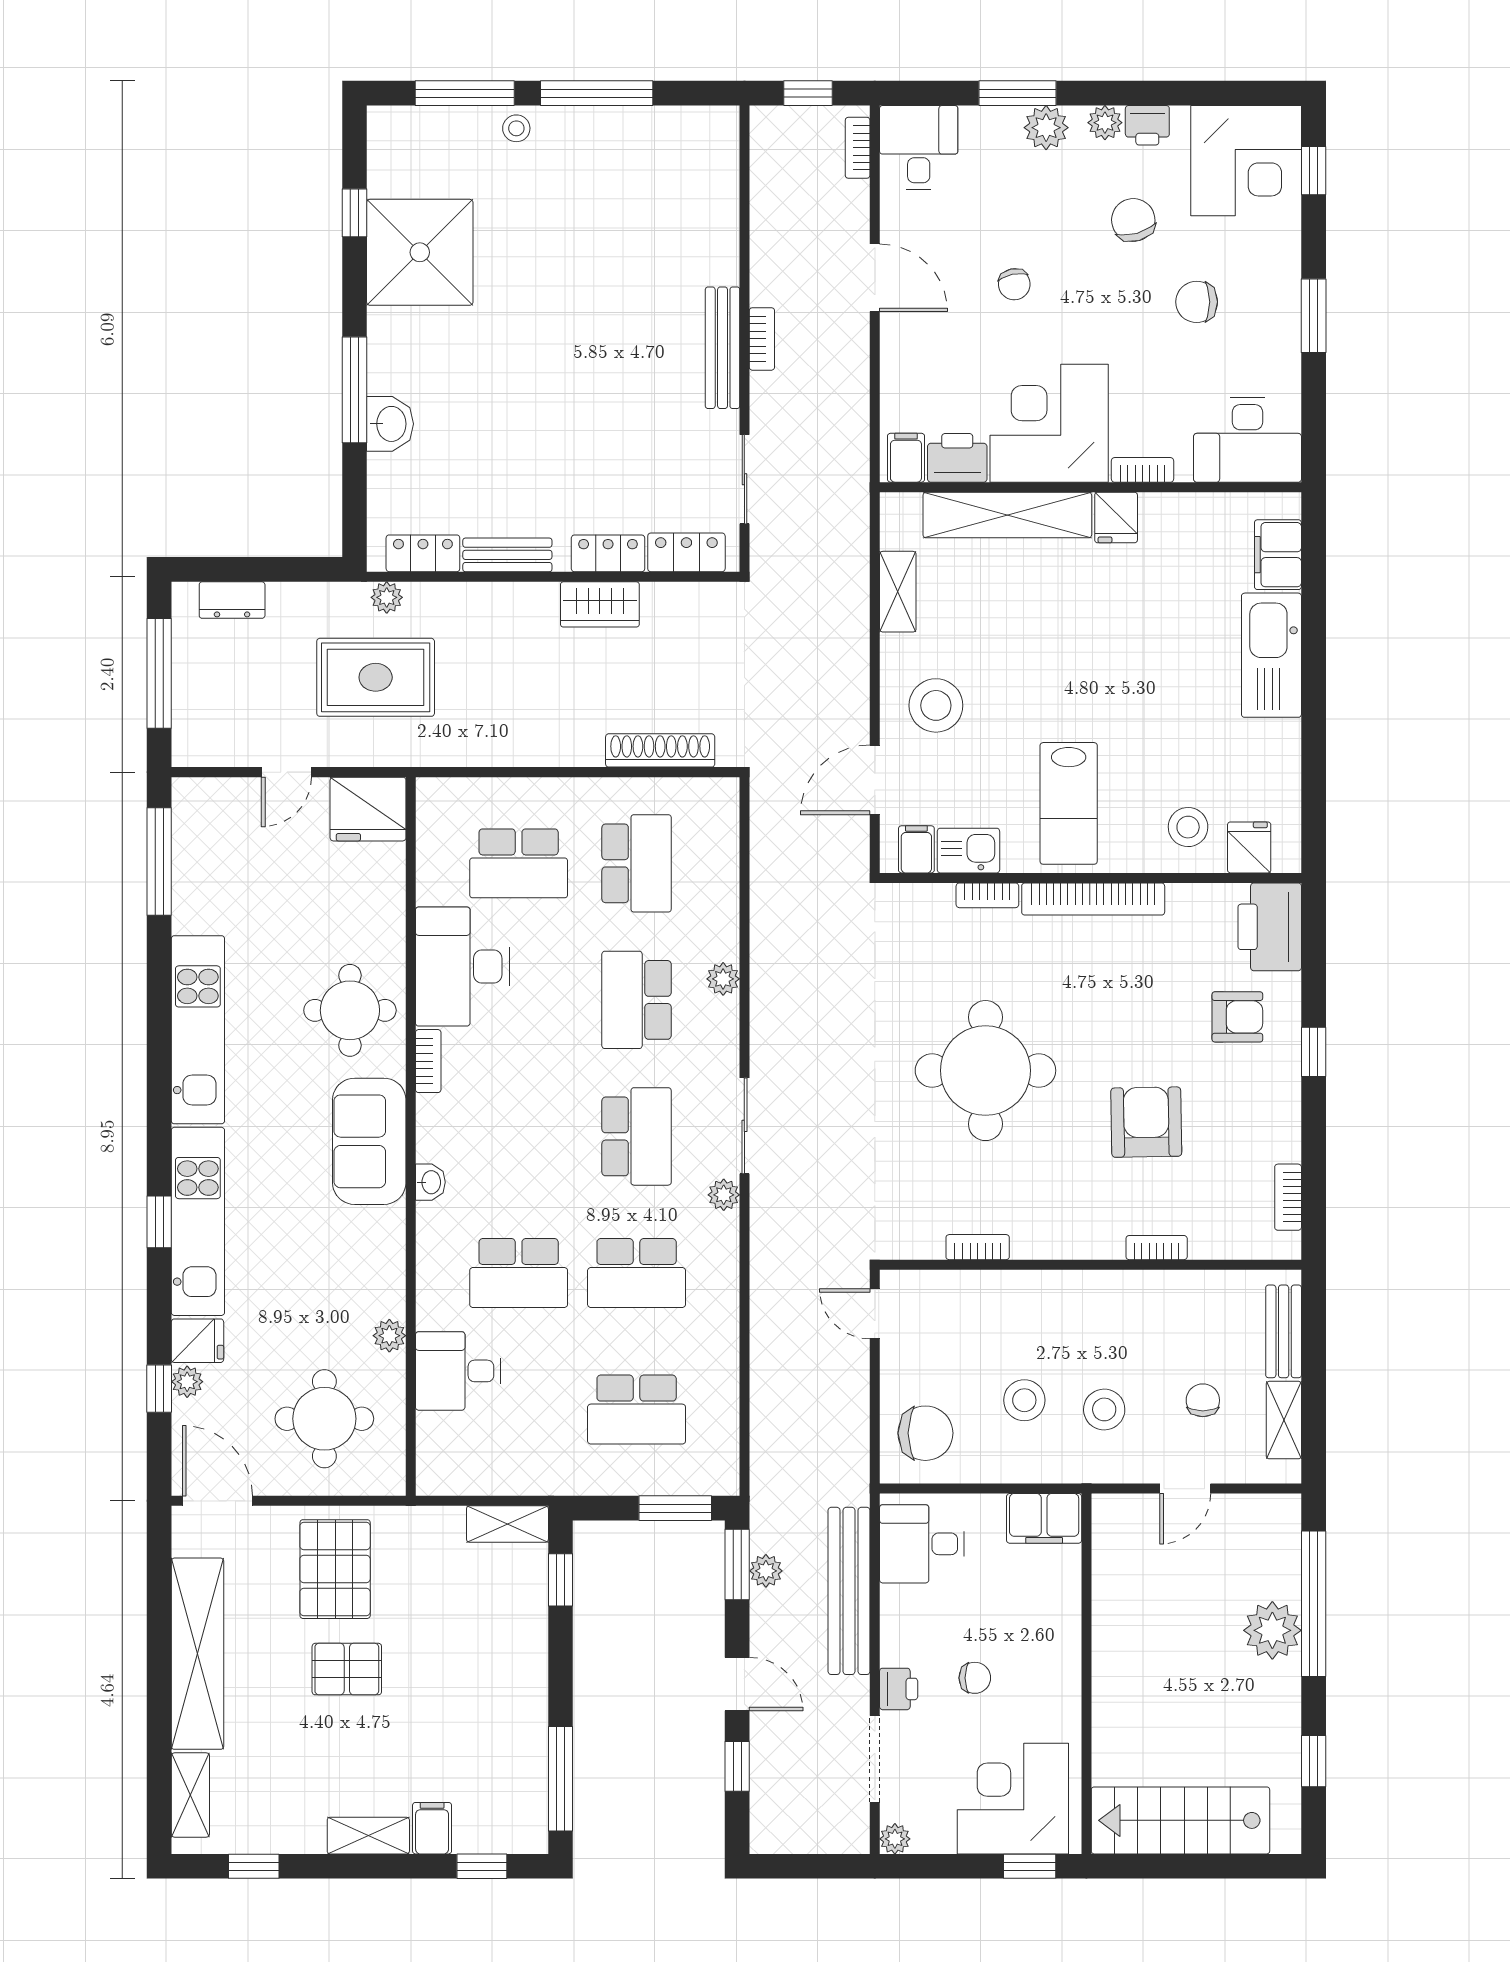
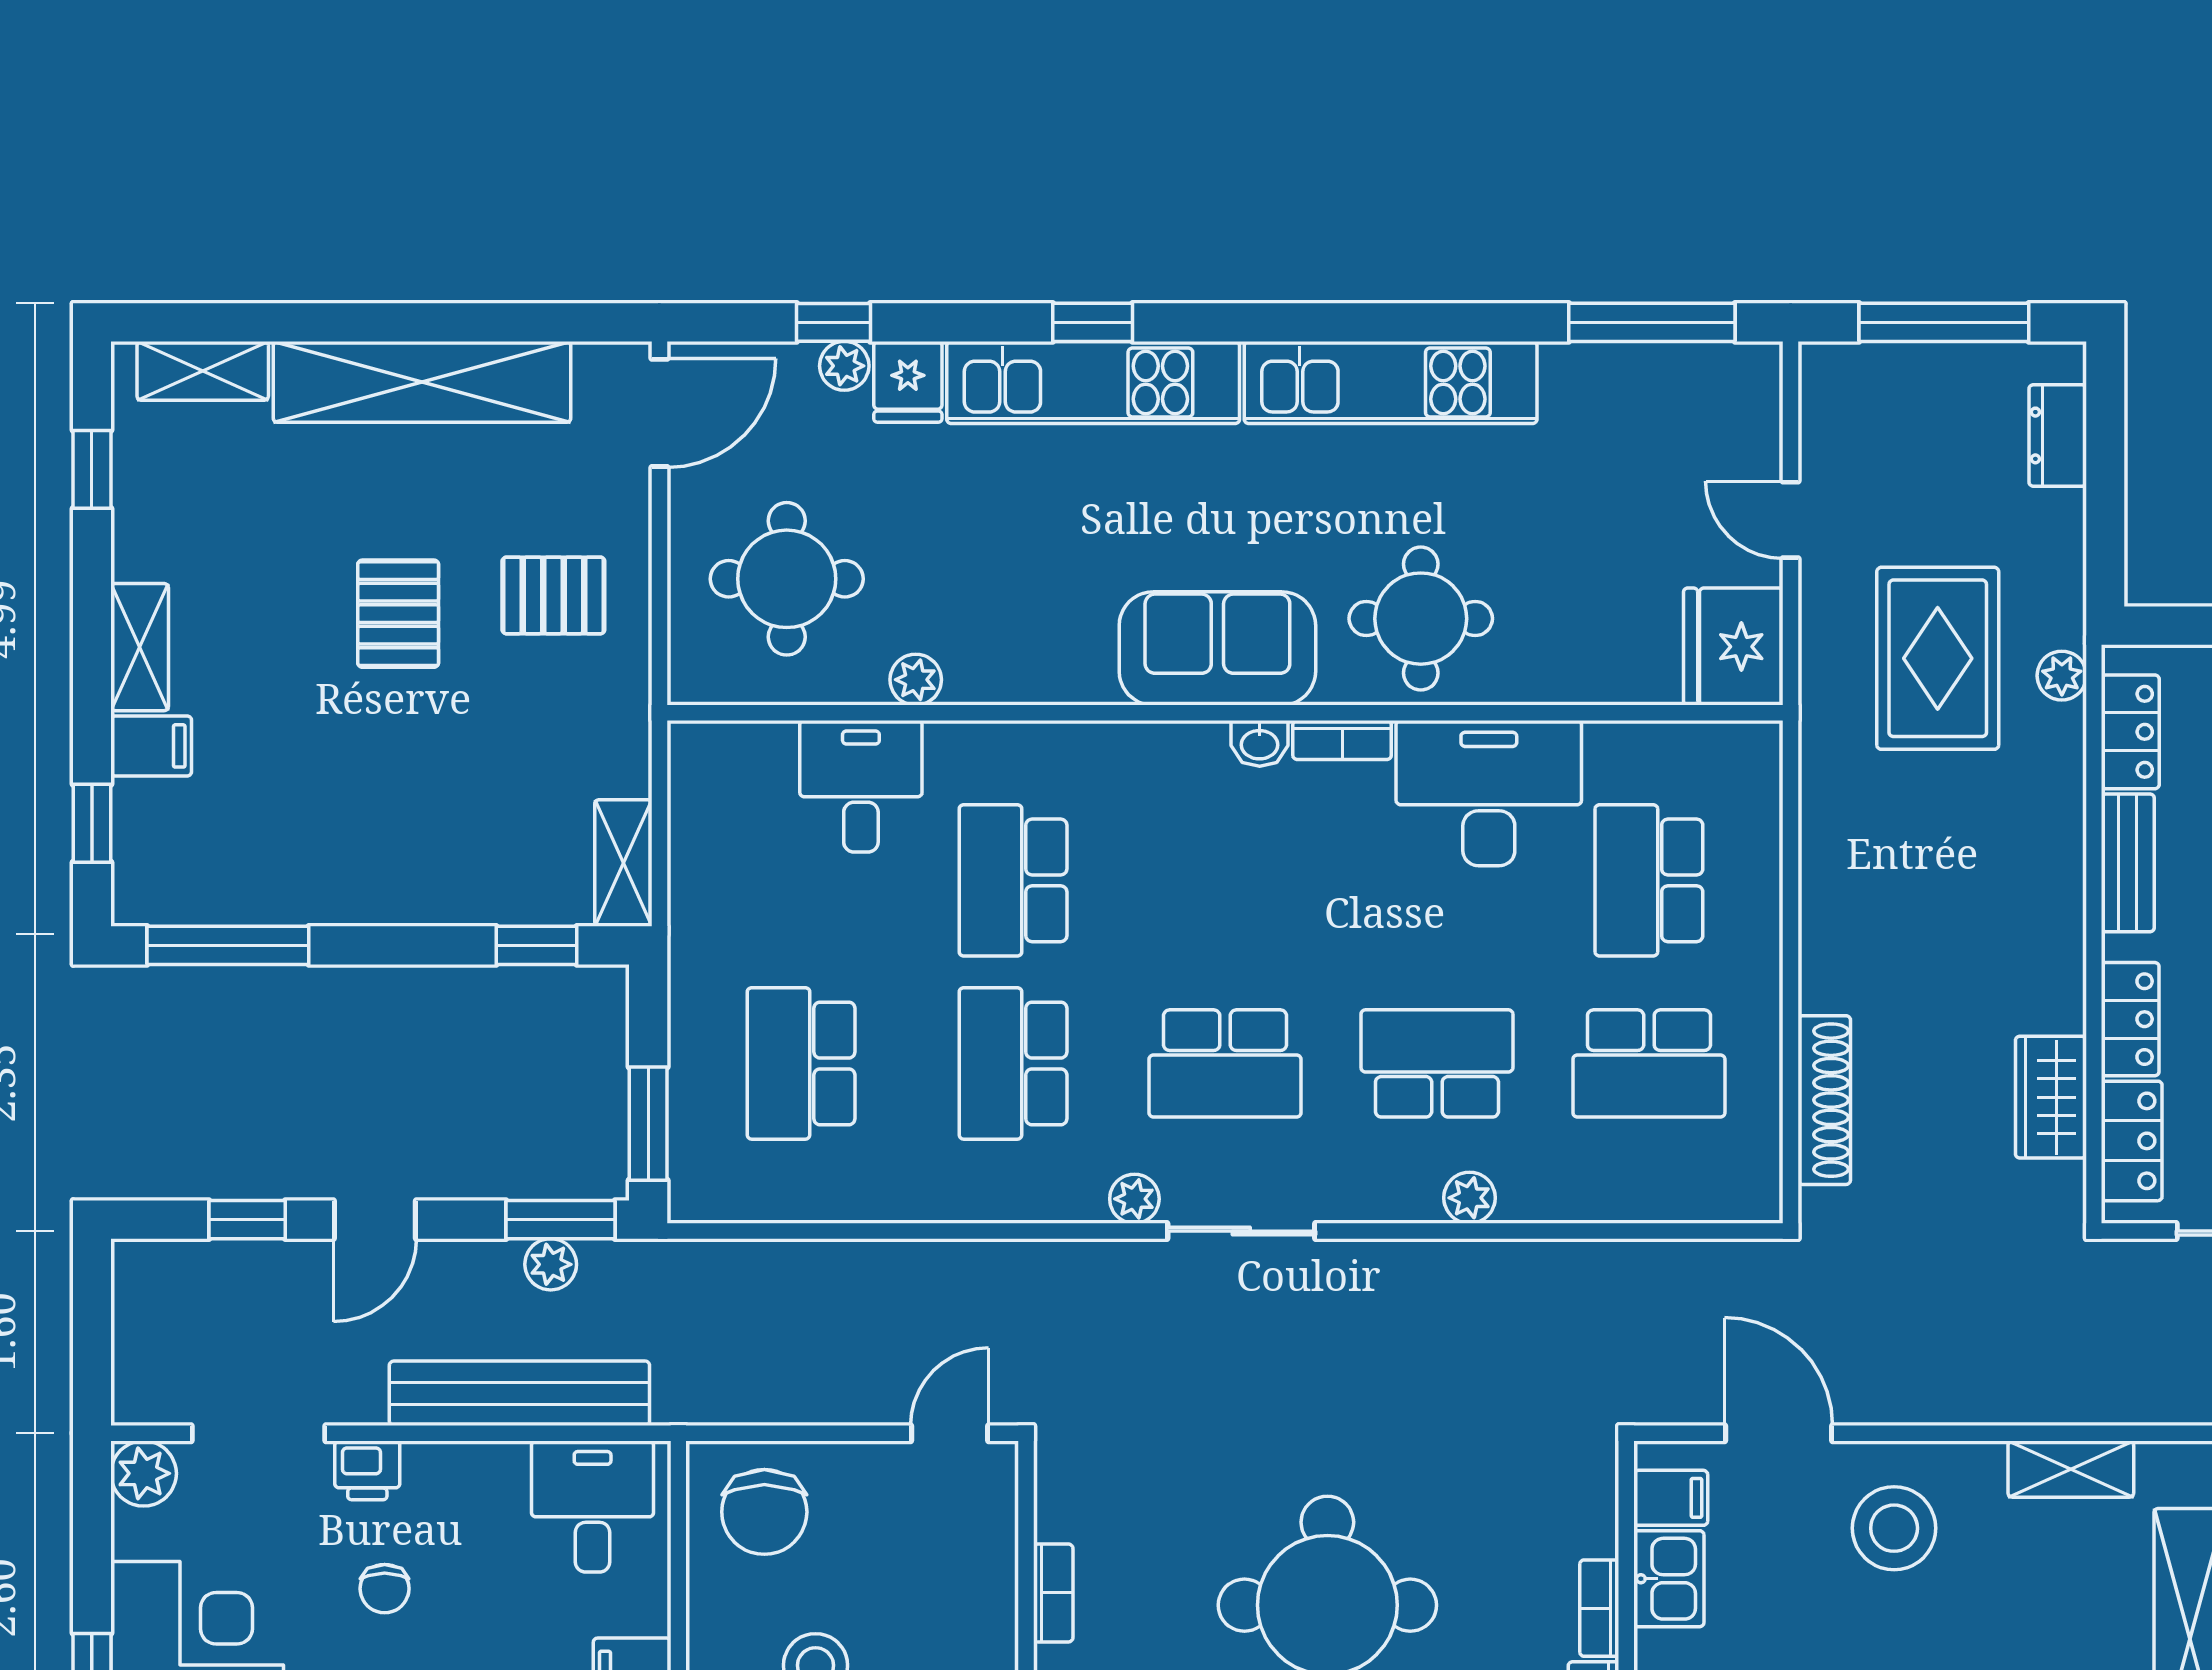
wardrobe: (600, 604) -> (2051, 1097), moved
washbasin: (430, 1182) -> (1260, 743), moved
pallet: (335, 1569) -> (553, 595), width x0.67, depth x0.71
plant: (895, 1839) -> (144, 1473), width x1.38, depth x1.38

